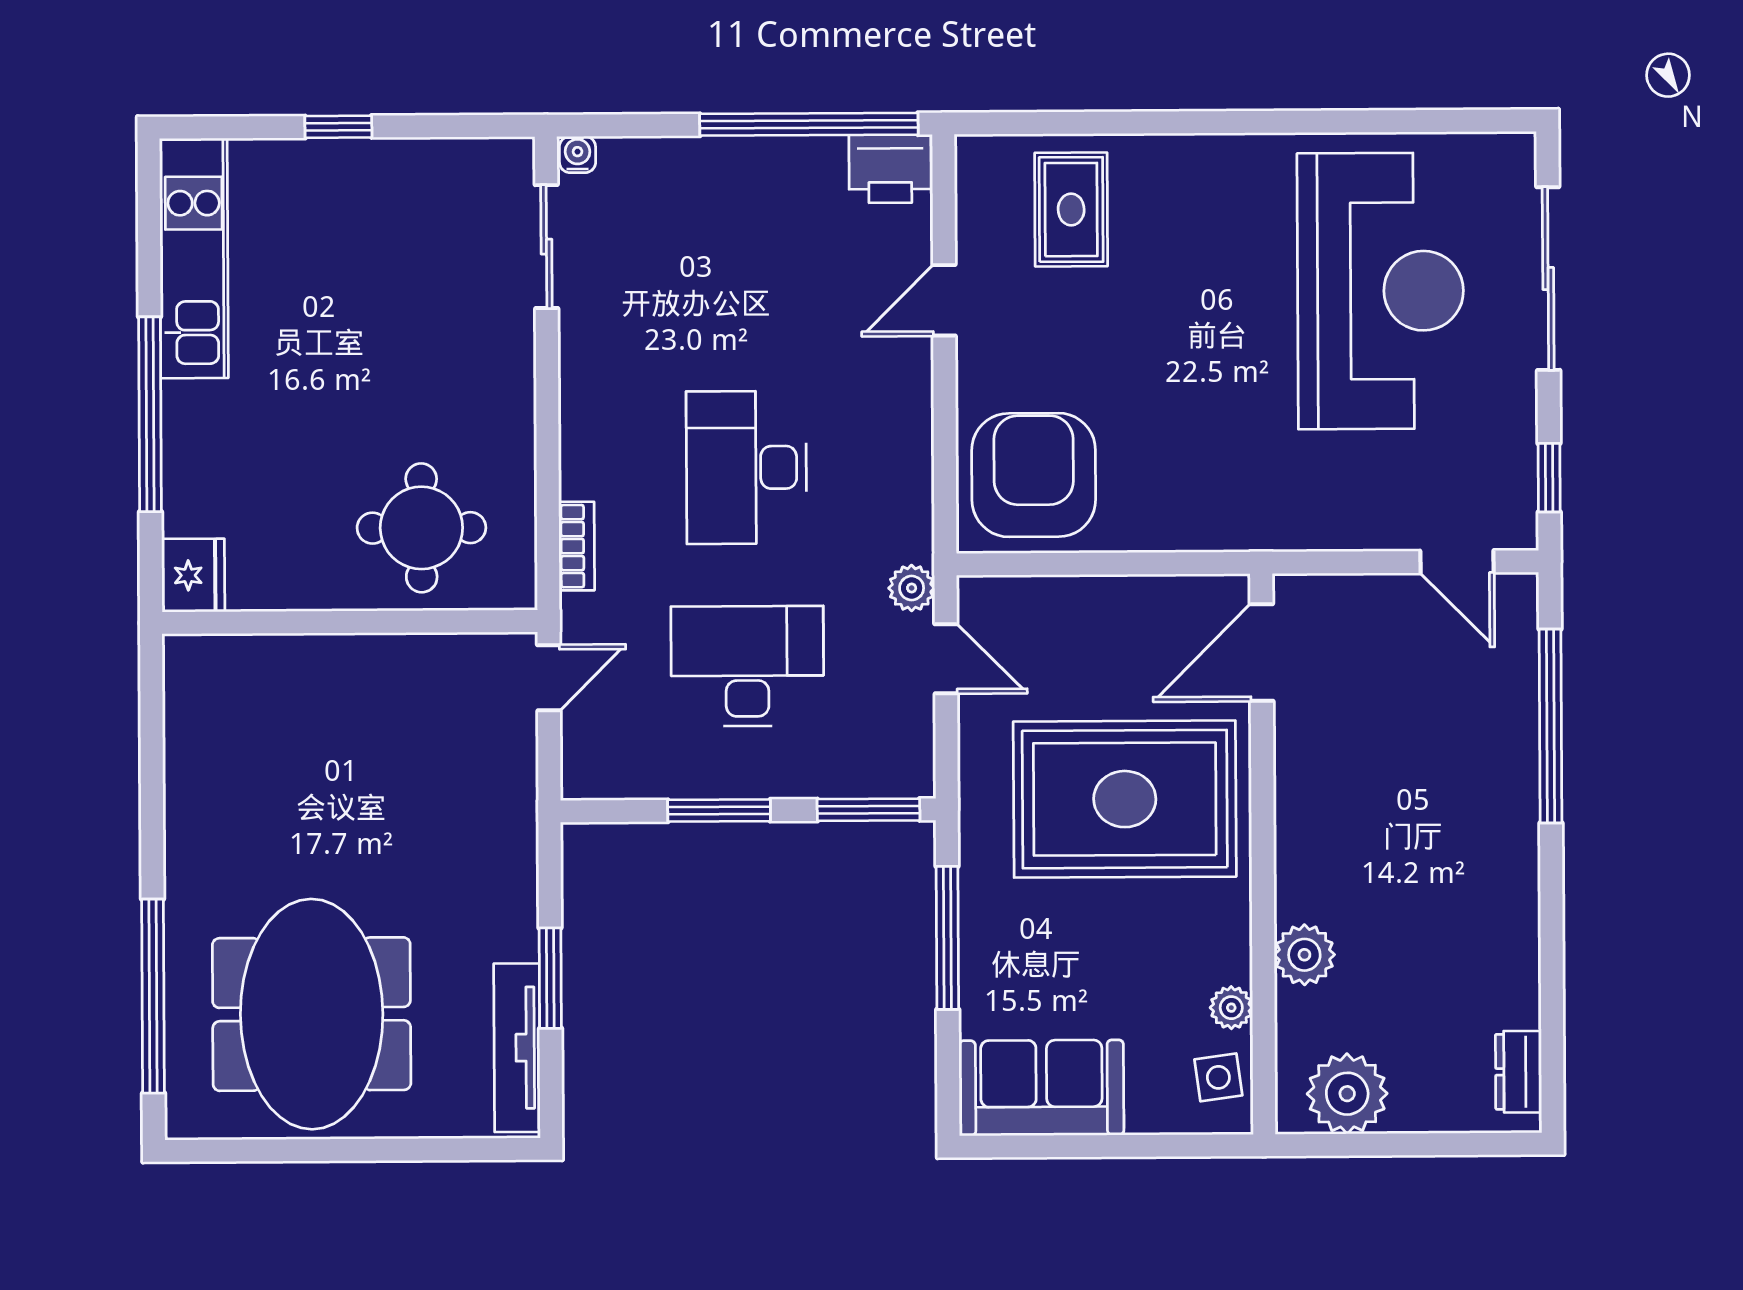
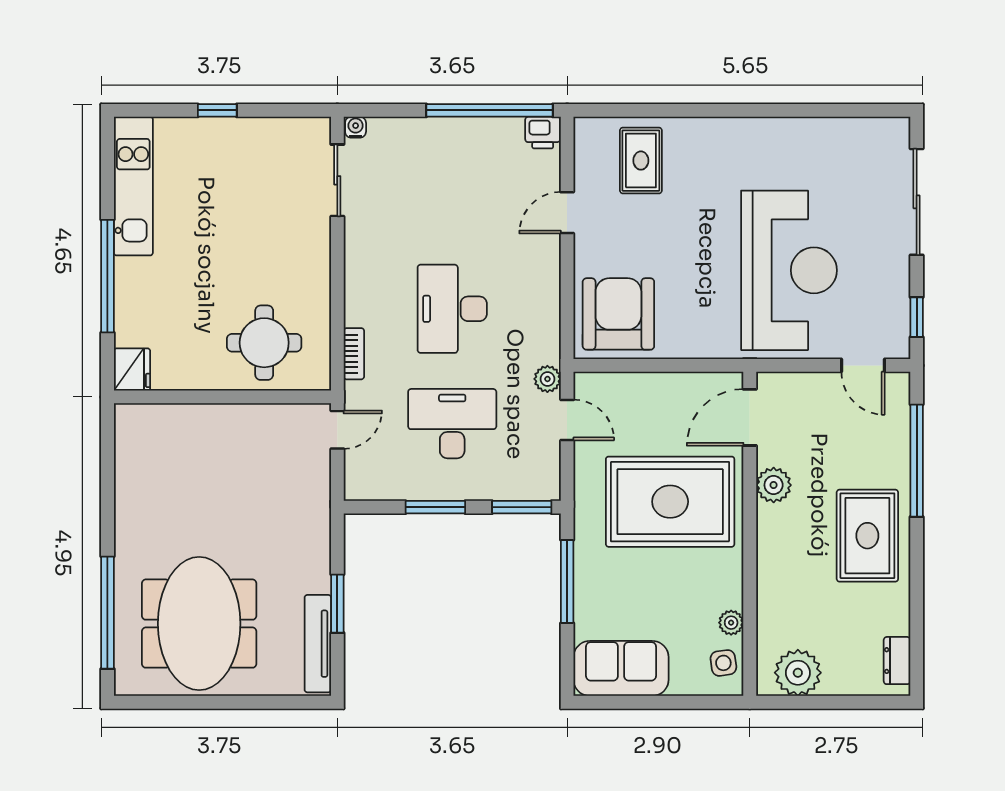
printer: (890, 169) -> (543, 133), width x0.73, depth x0.81
reception desk: (1381, 291) -> (789, 270), moved
rug: (1466, 856) -> (867, 536), added
plant: (1304, 955) -> (774, 485), moved

